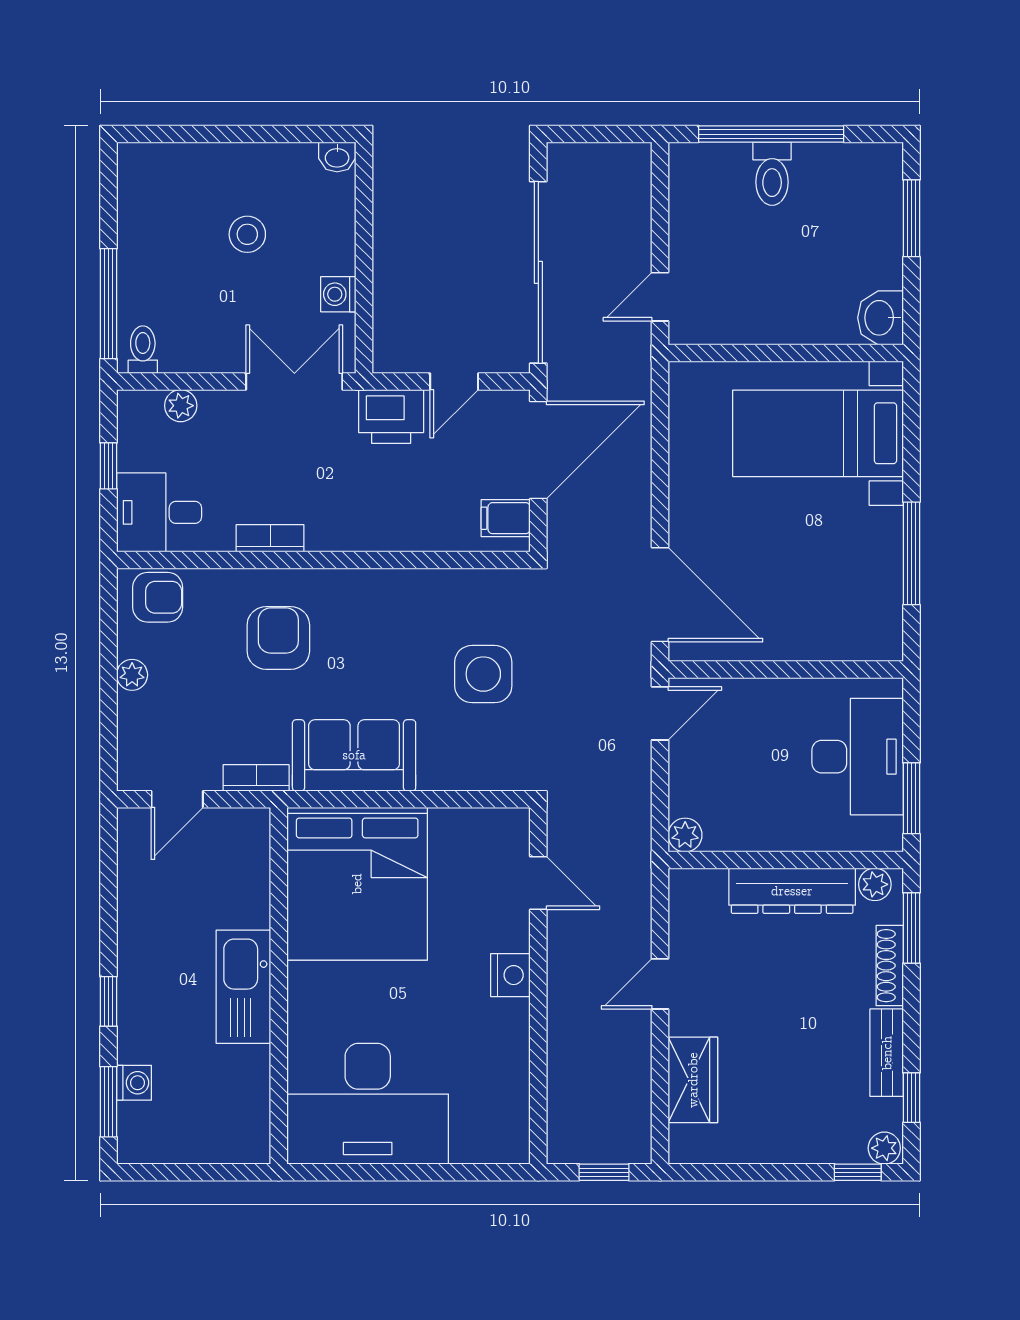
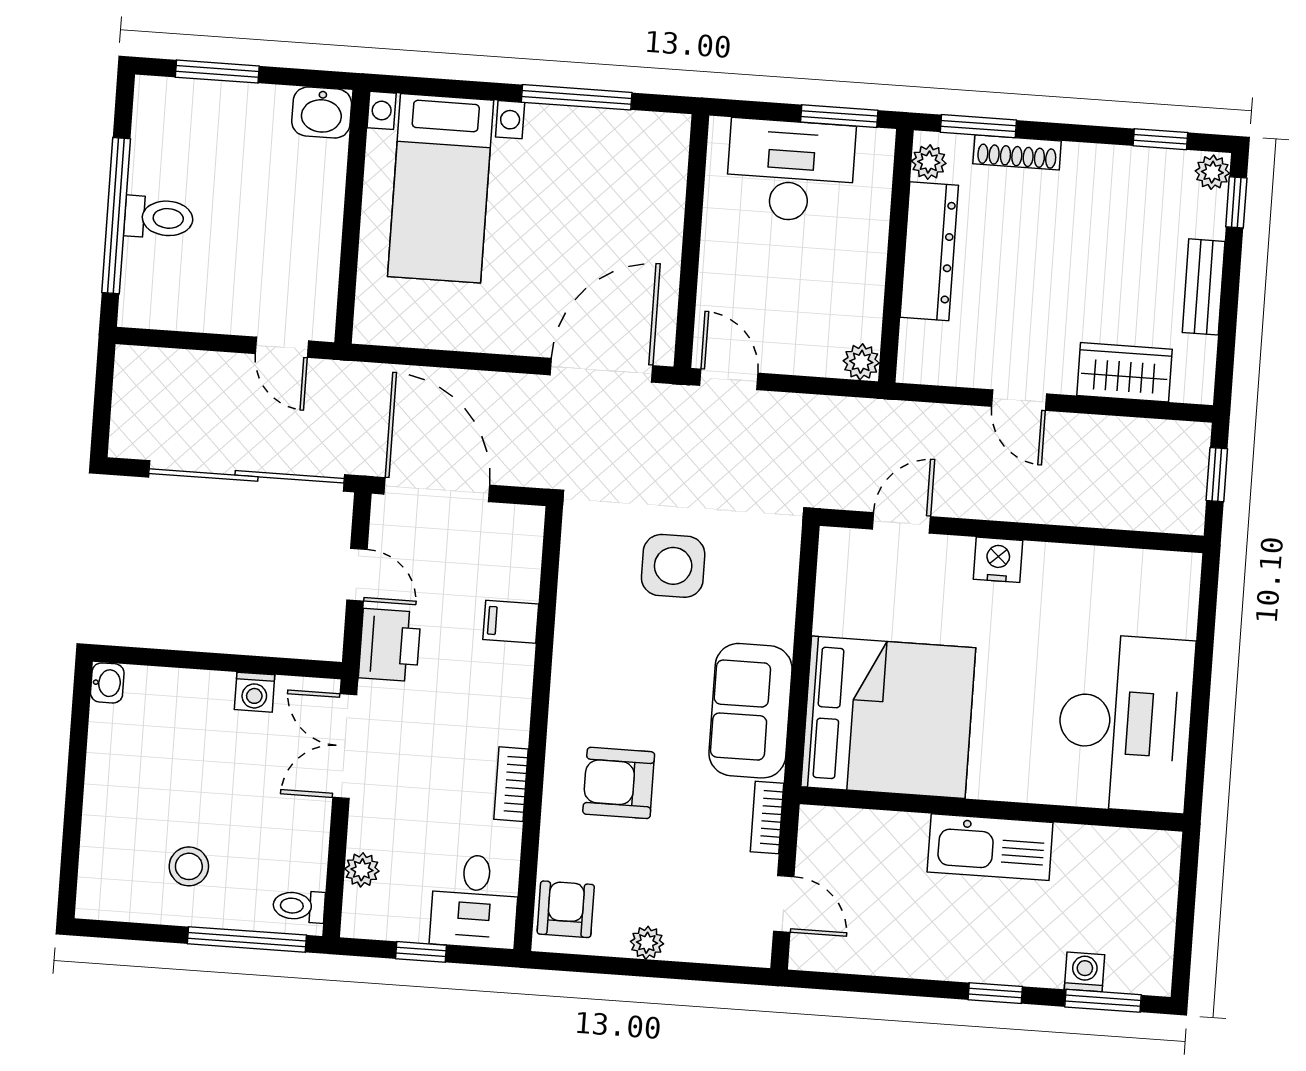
stool: (247, 234) -> (189, 866), moved
filing cabinet: (506, 518) -> (511, 622), moved, turned 90
bench: (887, 1053) -> (1204, 287), moved, turned 90

